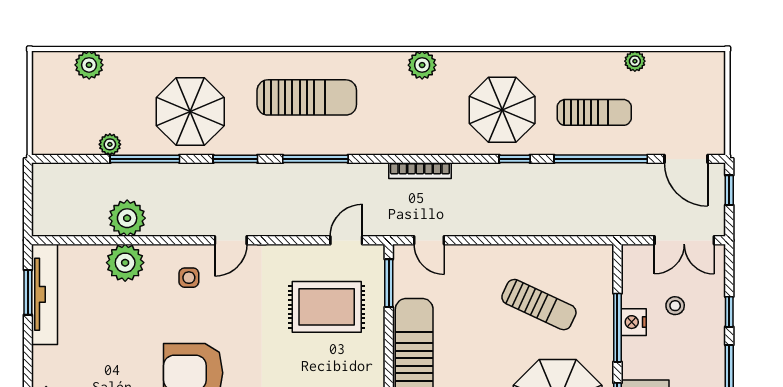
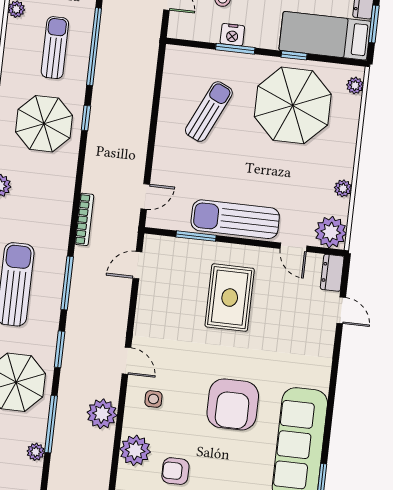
bookcase: (420, 171) -> (84, 219), moved
plant: (127, 218) -> (102, 414), moved
door: (346, 240) -> (137, 265), hinge flipped
window: (389, 283) -> (196, 236), moved
rug: (327, 307) -> (230, 298), moved
armchair: (106, 314) -> (175, 471), added
window: (617, 328) -> (235, 49), width x0.69

